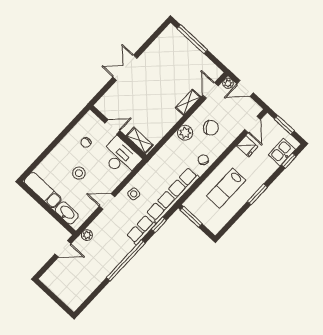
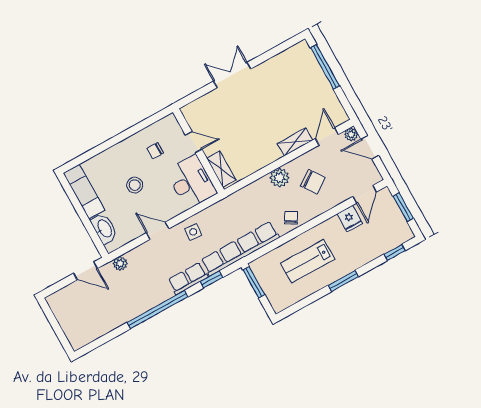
kitchen sink: (282, 152) -> (390, 239), removed

